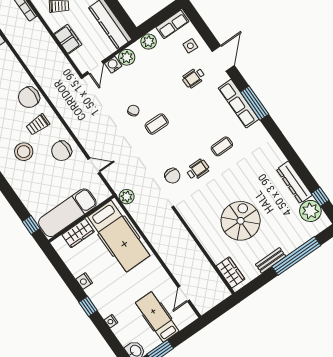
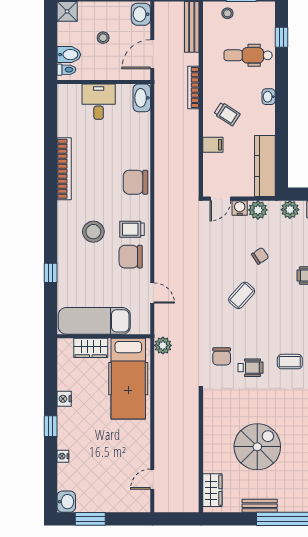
filing cabinet: (68, 39) -> (213, 145), width x0.50
chair: (133, 111) -> (260, 256), moved
coffee table: (157, 124) -> (242, 295), turned -49
trolley: (38, 125) -> (132, 229), moved
window: (31, 225) -> (51, 273), moved
hospital bed: (157, 317) -> (111, 483), removed

